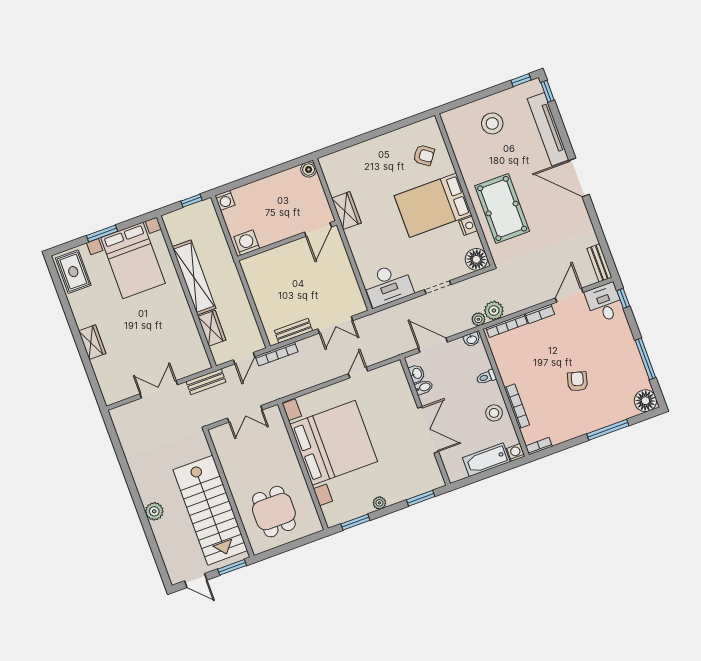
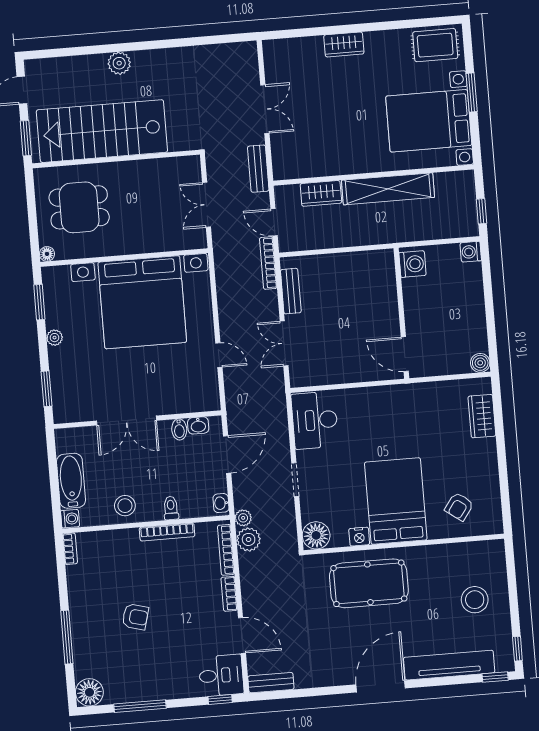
wardrobe: (346, 211) -> (482, 416), moved, turned 90
bookcase: (517, 406) -> (167, 532), moved
floor lamp: (317, 526) -> (47, 254), added

